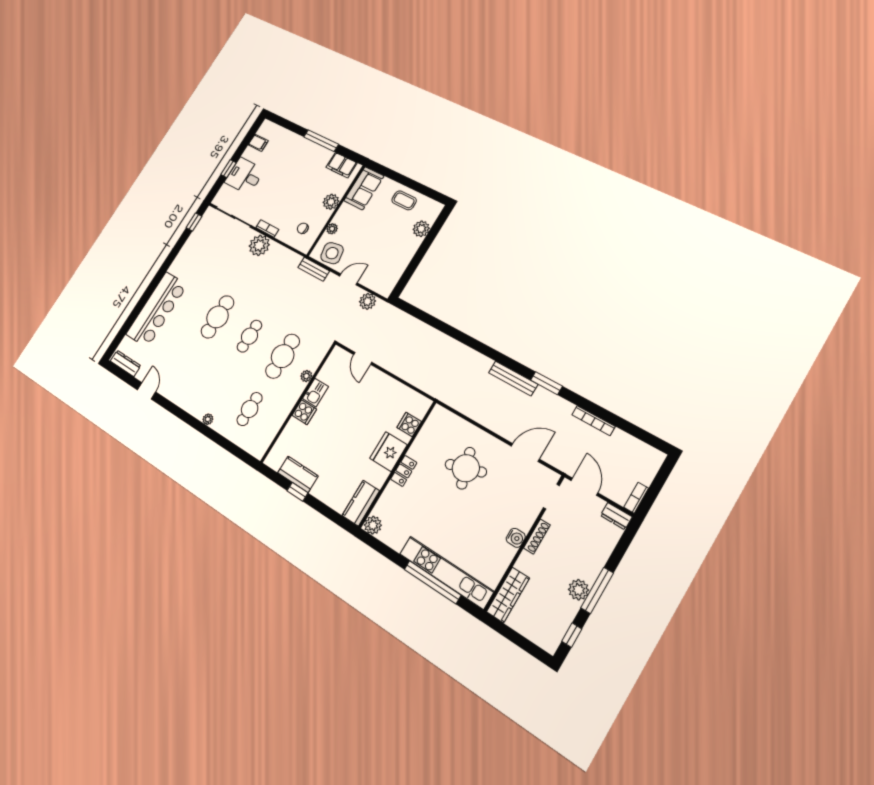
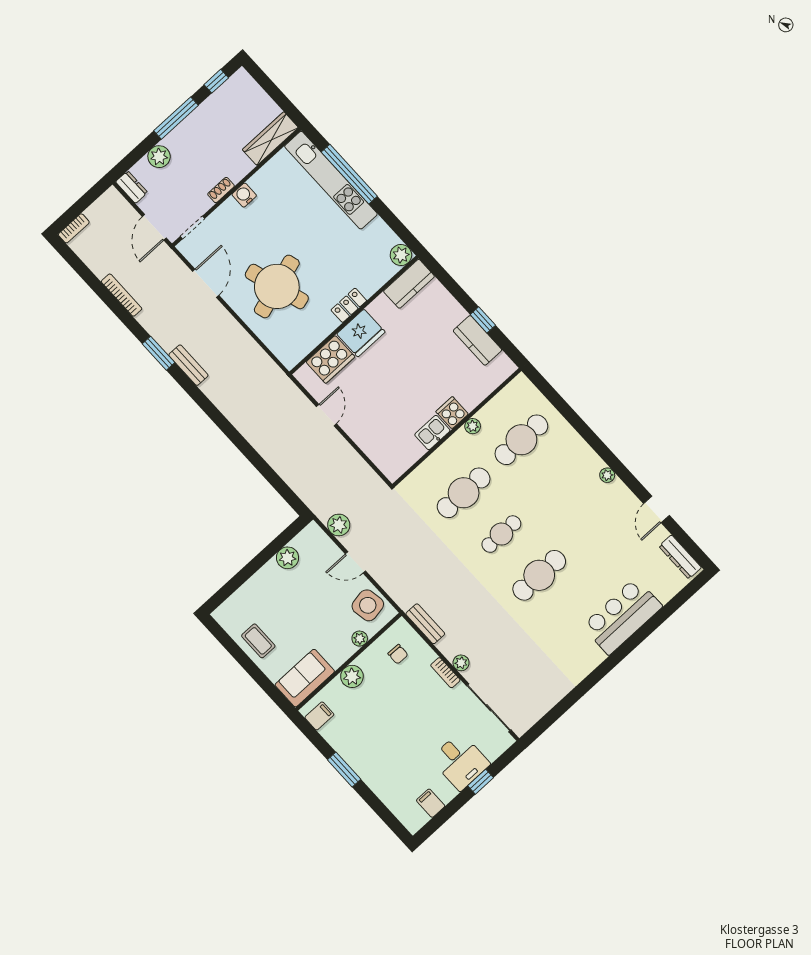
window: (321, 141) -> (344, 769), width x0.69
filing cabinet: (341, 165) -> (319, 716), width x0.50
window: (194, 222) -> (546, 722), removed
plant: (421, 229) -> (288, 558), moved
plant: (259, 245) -> (461, 663), width x0.53, depth x0.53
bench: (314, 269) -> (425, 624), moved
bar counter: (157, 309) -> (622, 616), width x0.73
door: (363, 358) -> (326, 415), moved
plant: (306, 376) -> (473, 426), moved
bench: (513, 378) -> (188, 365), width x0.73
cafe table: (250, 409) -> (521, 440), width x1.37, depth x1.35
plant: (208, 419) -> (607, 475), moved
cooker: (409, 424) -> (330, 359), width x1.87, depth x1.31
door: (525, 453) -> (206, 283), swing flipped
round table: (466, 468) -> (277, 286), width x1.36, depth x1.36
bookcase: (636, 498) -> (74, 228), moved
shoe rack: (537, 536) -> (221, 190), width x0.70
plant: (579, 590) -> (159, 157), moved

